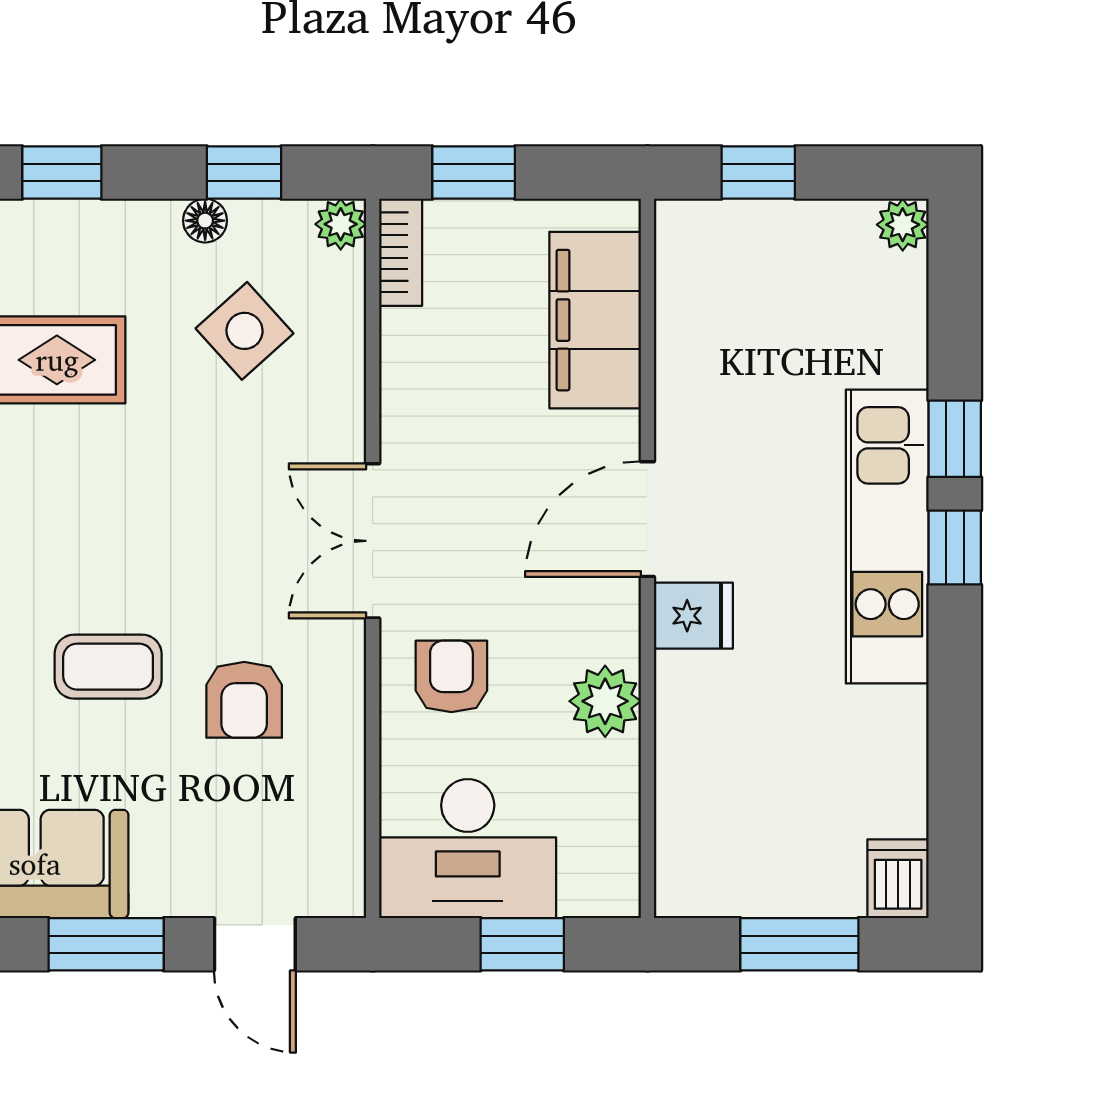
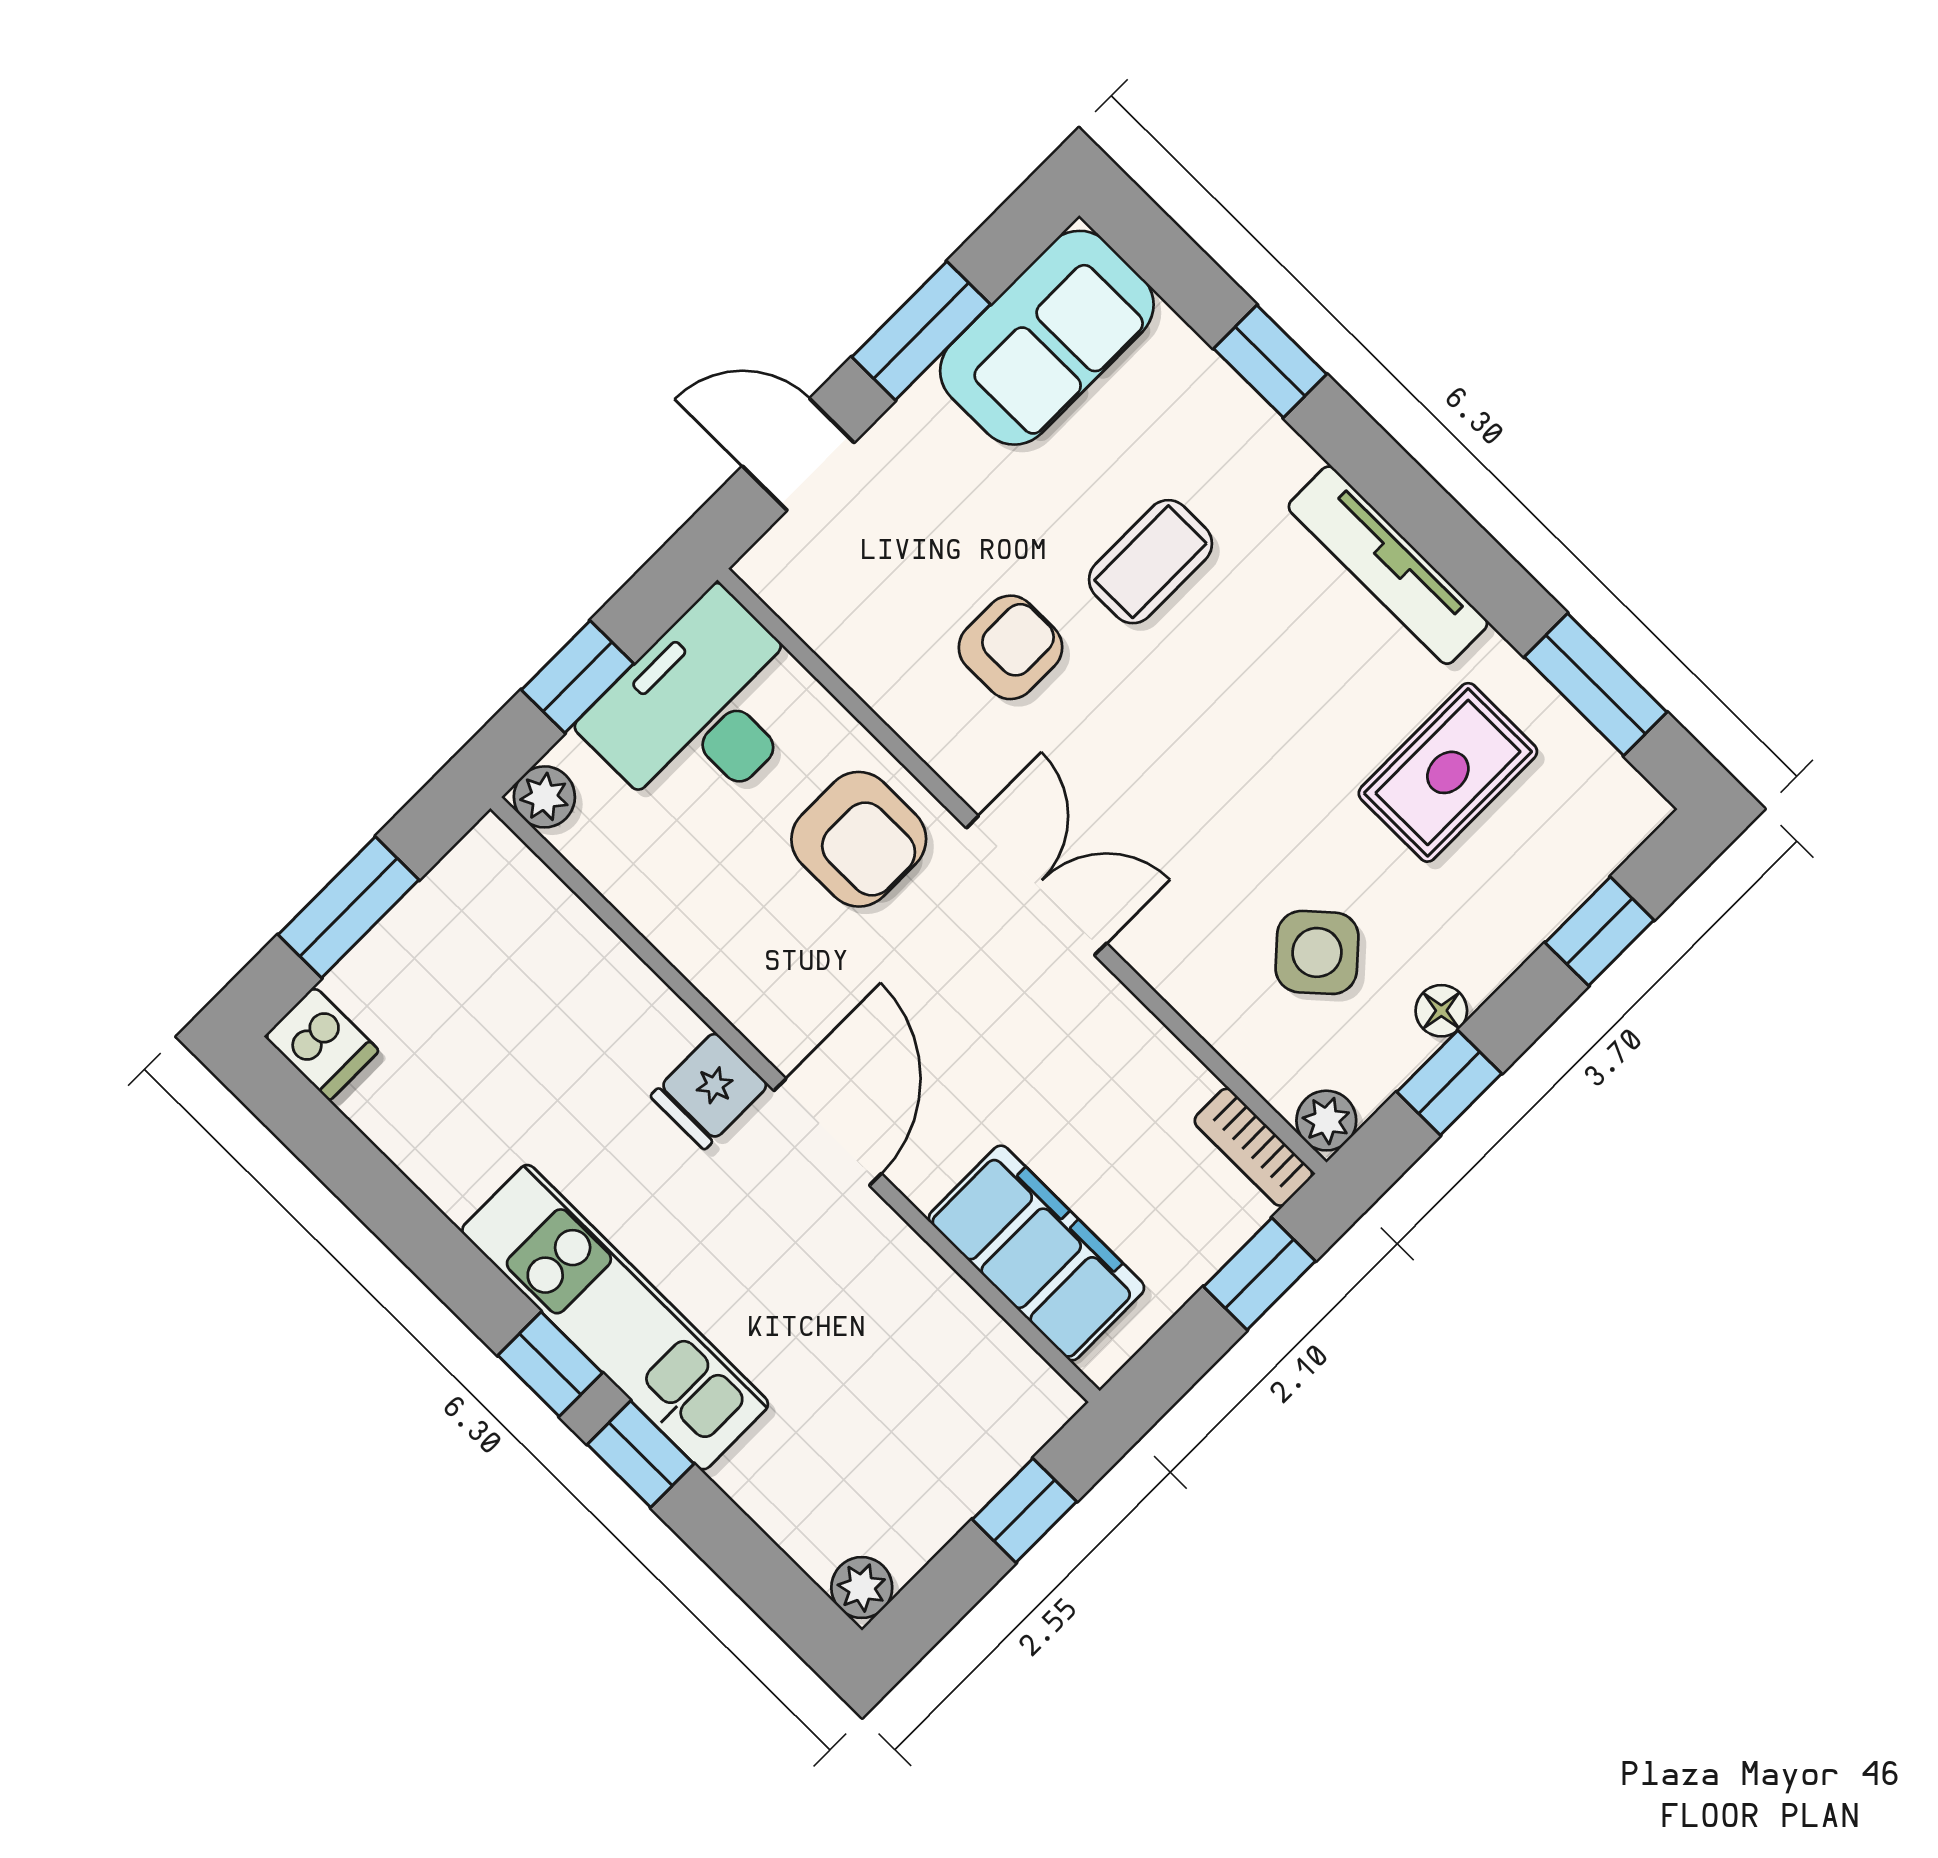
armchair: (451, 676) -> (859, 839), width x1.38, depth x1.38
armchair: (244, 700) -> (1010, 647), turned 90
plant: (605, 701) -> (544, 797), moved, width x0.73, depth x0.73

